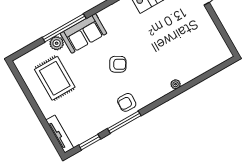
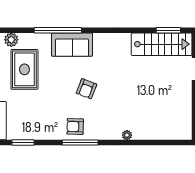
plant: (57, 43) -> (11, 40), moved
armchair: (118, 64) -> (86, 89), turned 81
window: (124, 122) -> (80, 143), moved

